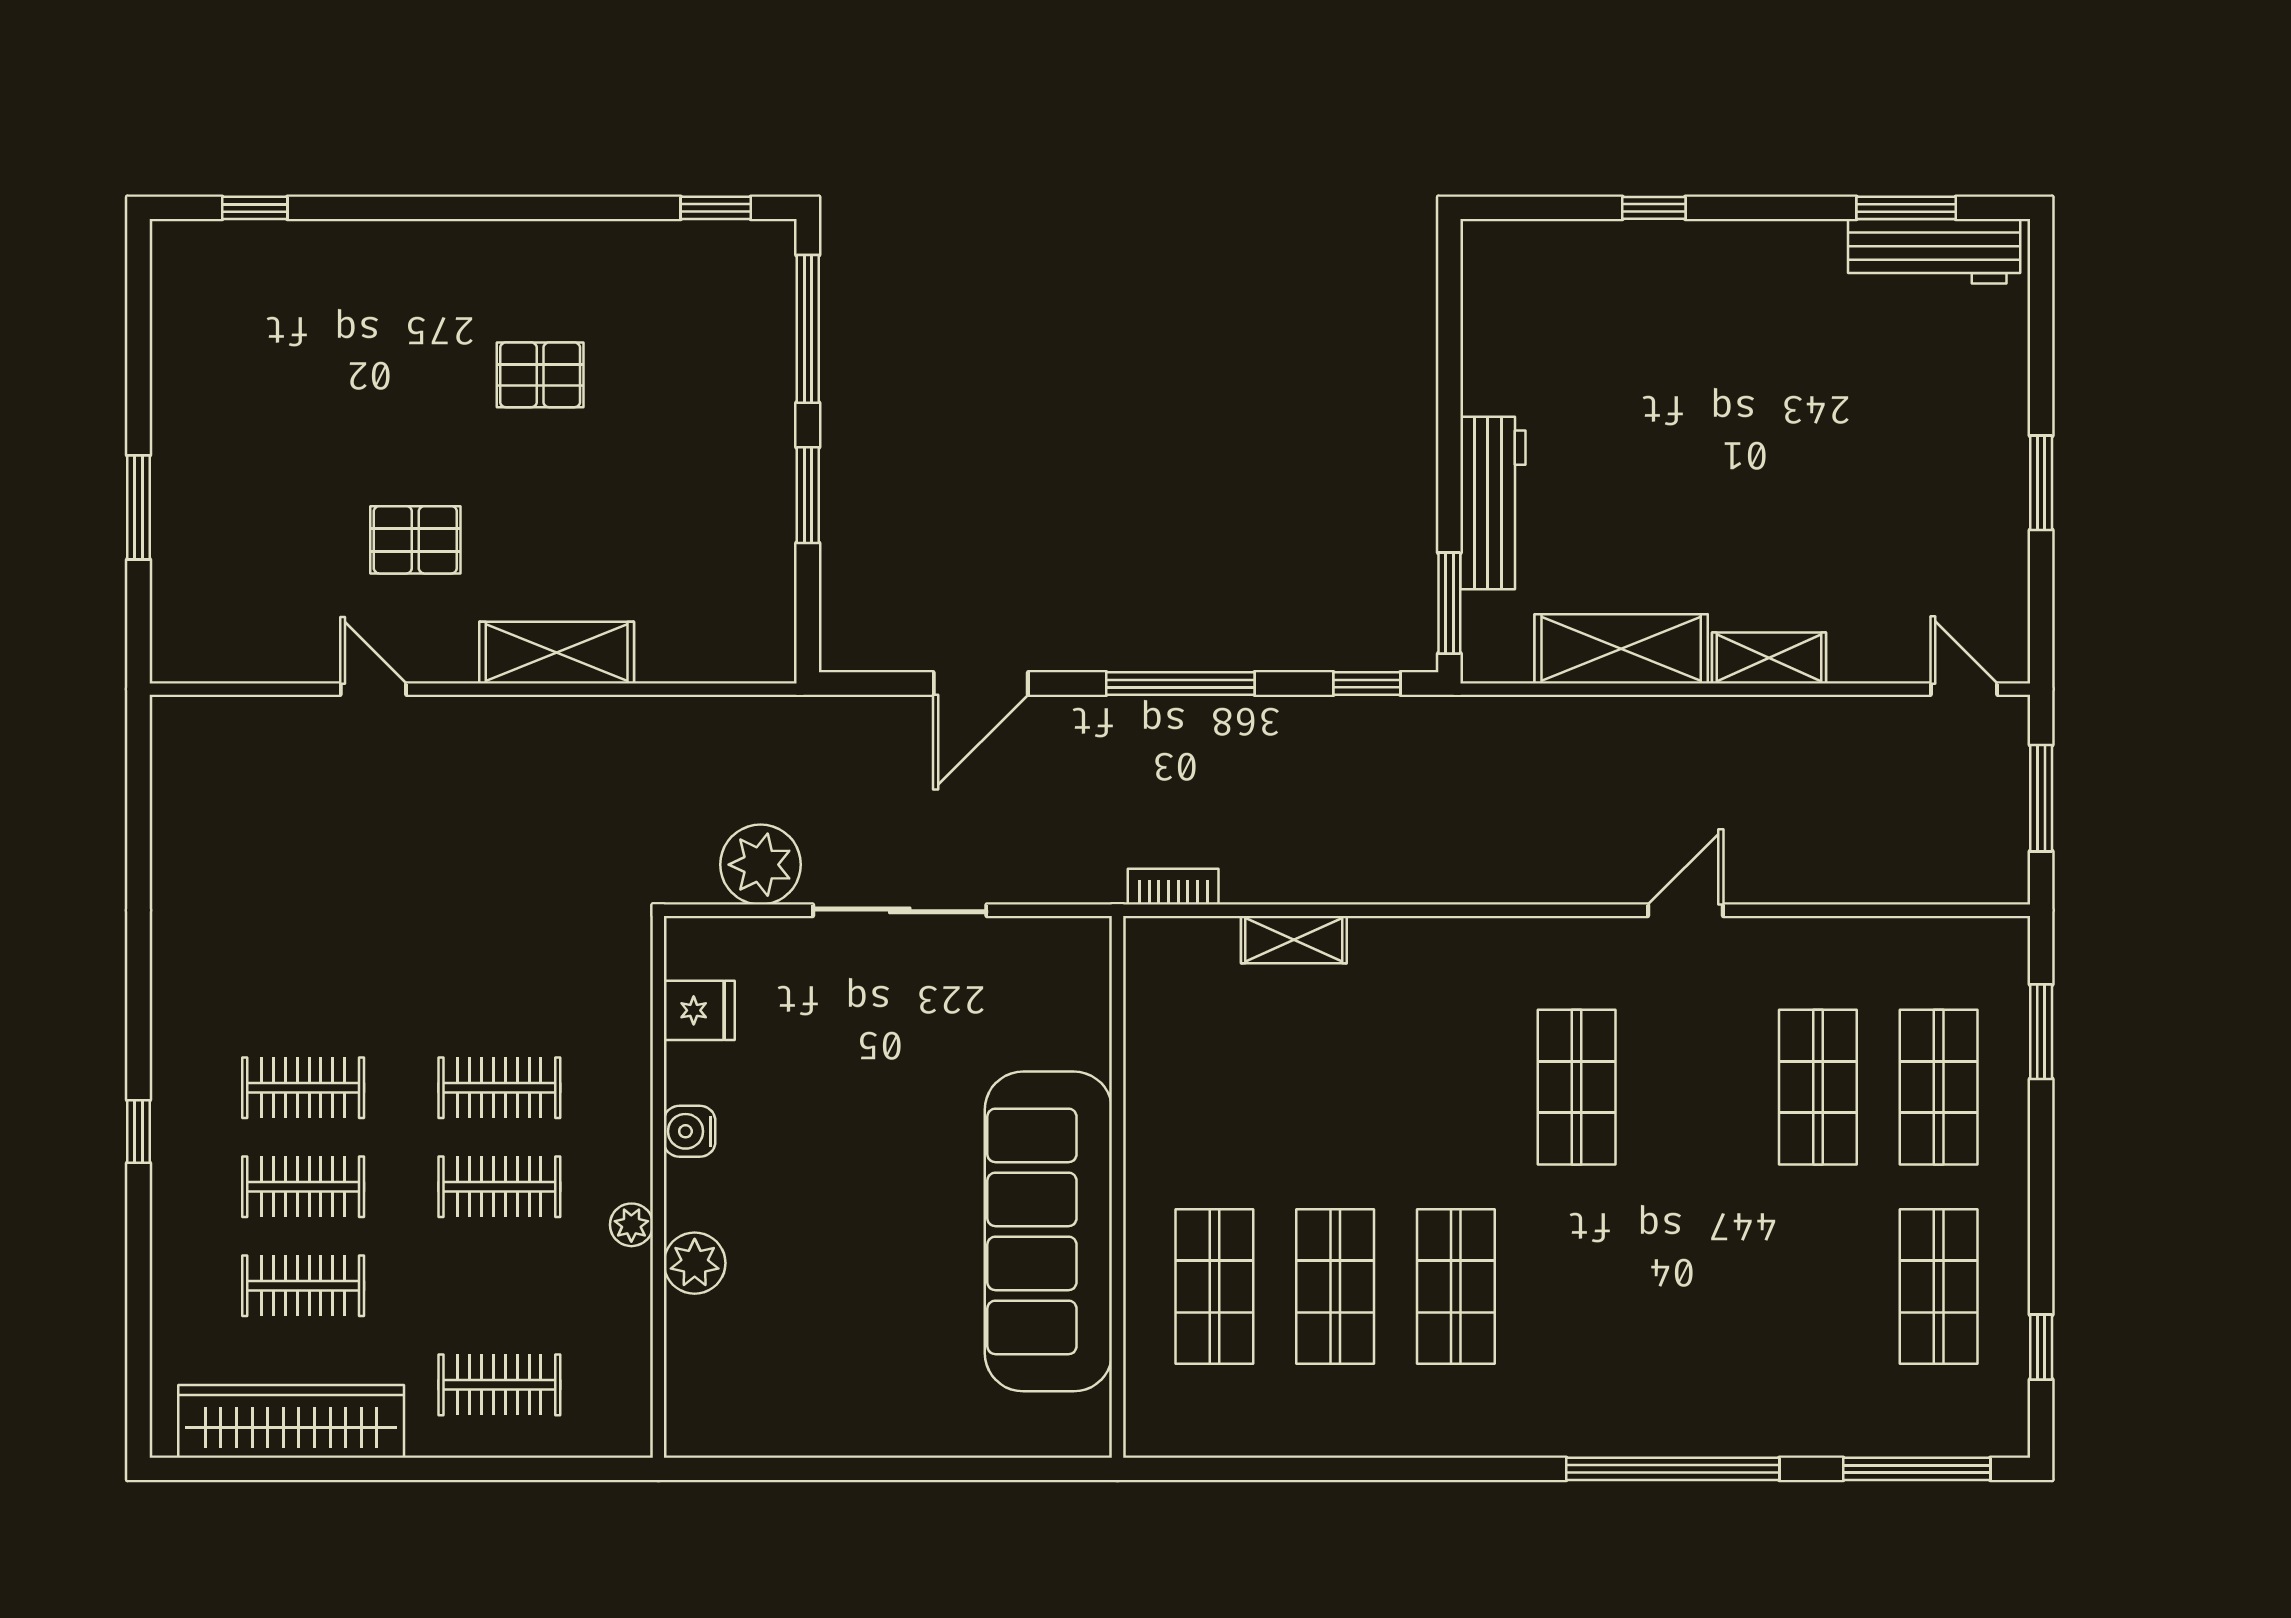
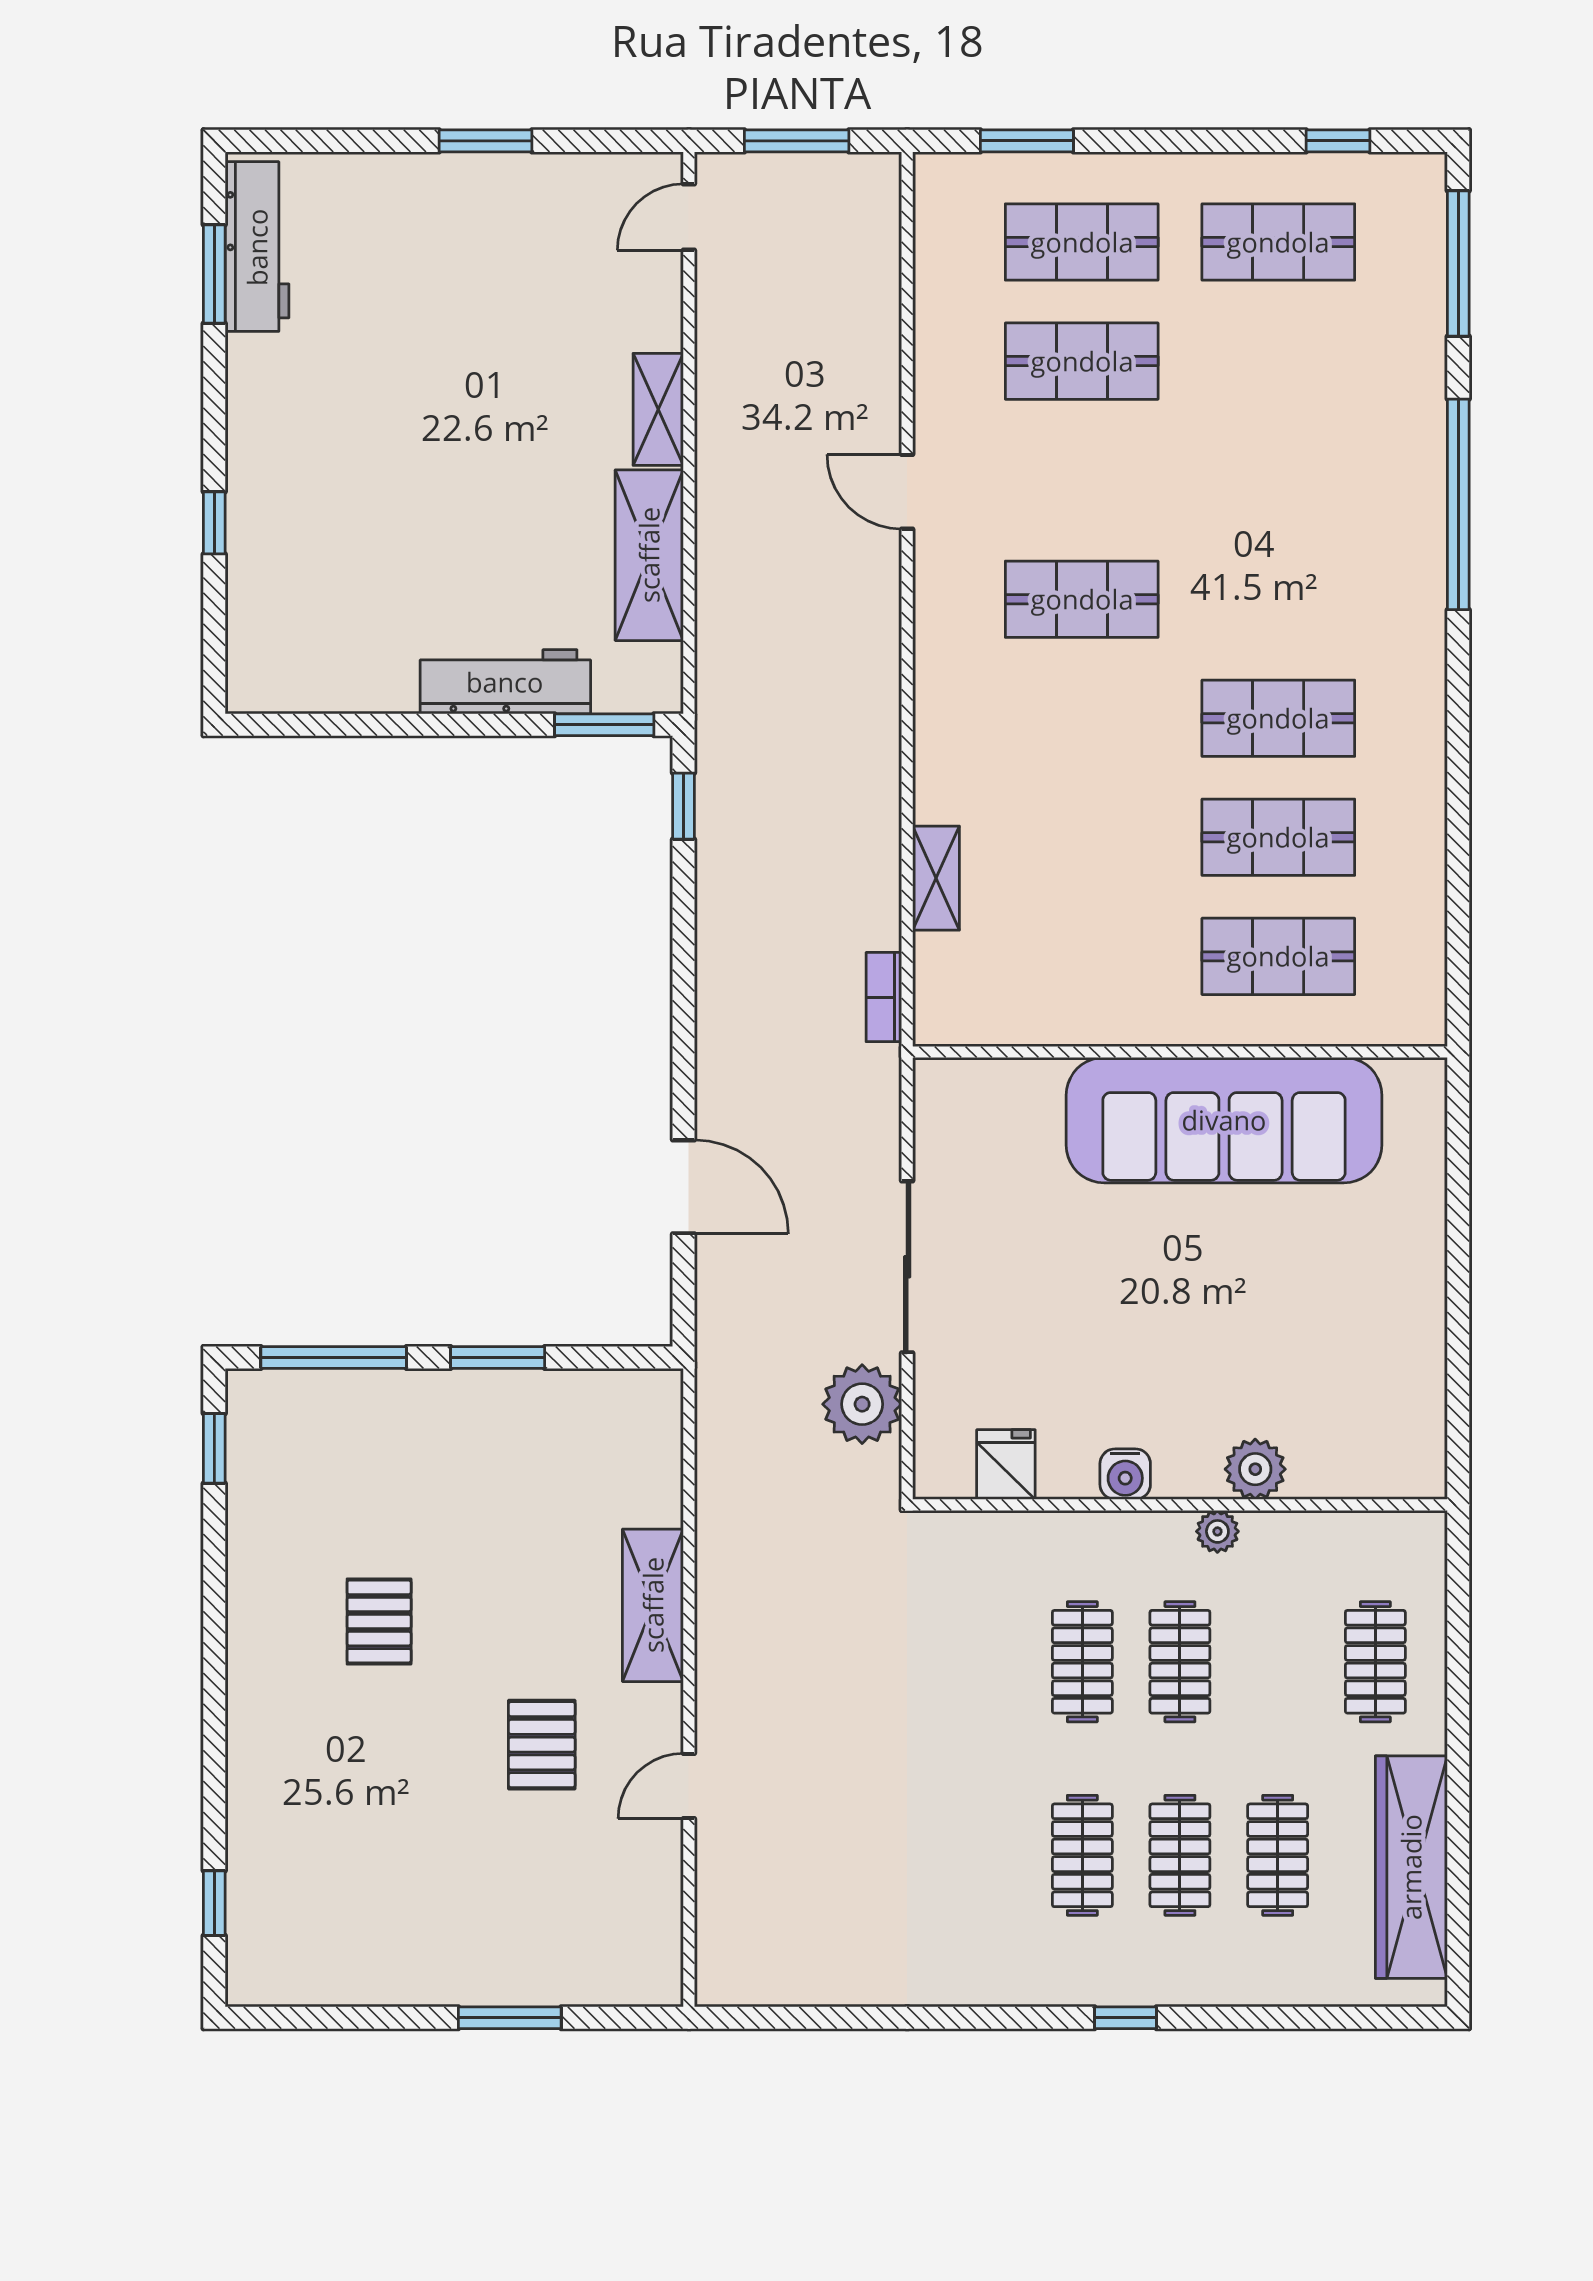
window: (1180, 684) -> (683, 990), removed

